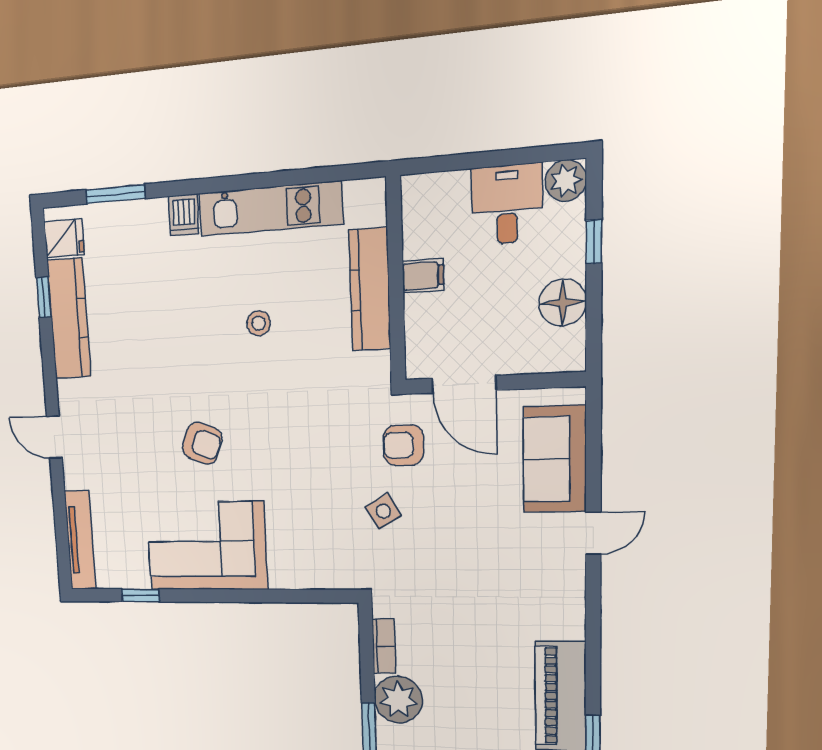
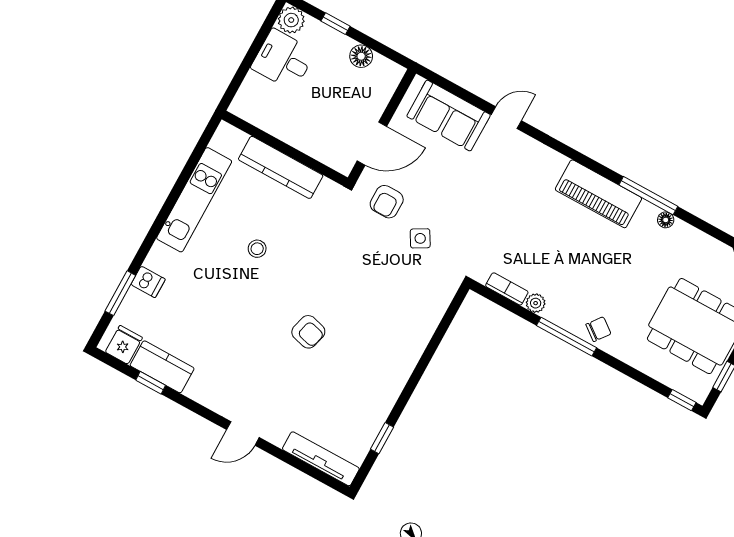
dishwasher: (184, 215) -> (148, 282), moved
filing cabinet: (423, 276) -> (293, 131), removed
floor lamp: (563, 303) -> (361, 56), width x0.73, depth x0.73
kitchen counter: (69, 319) -> (162, 367), width x0.67
armchair: (202, 443) -> (308, 332), turned 84
door: (593, 533) -> (506, 118), hinge flipped
corner sofa: (207, 546) -> (376, 370), removed
plant: (398, 700) -> (536, 303), width x0.53, depth x0.53

